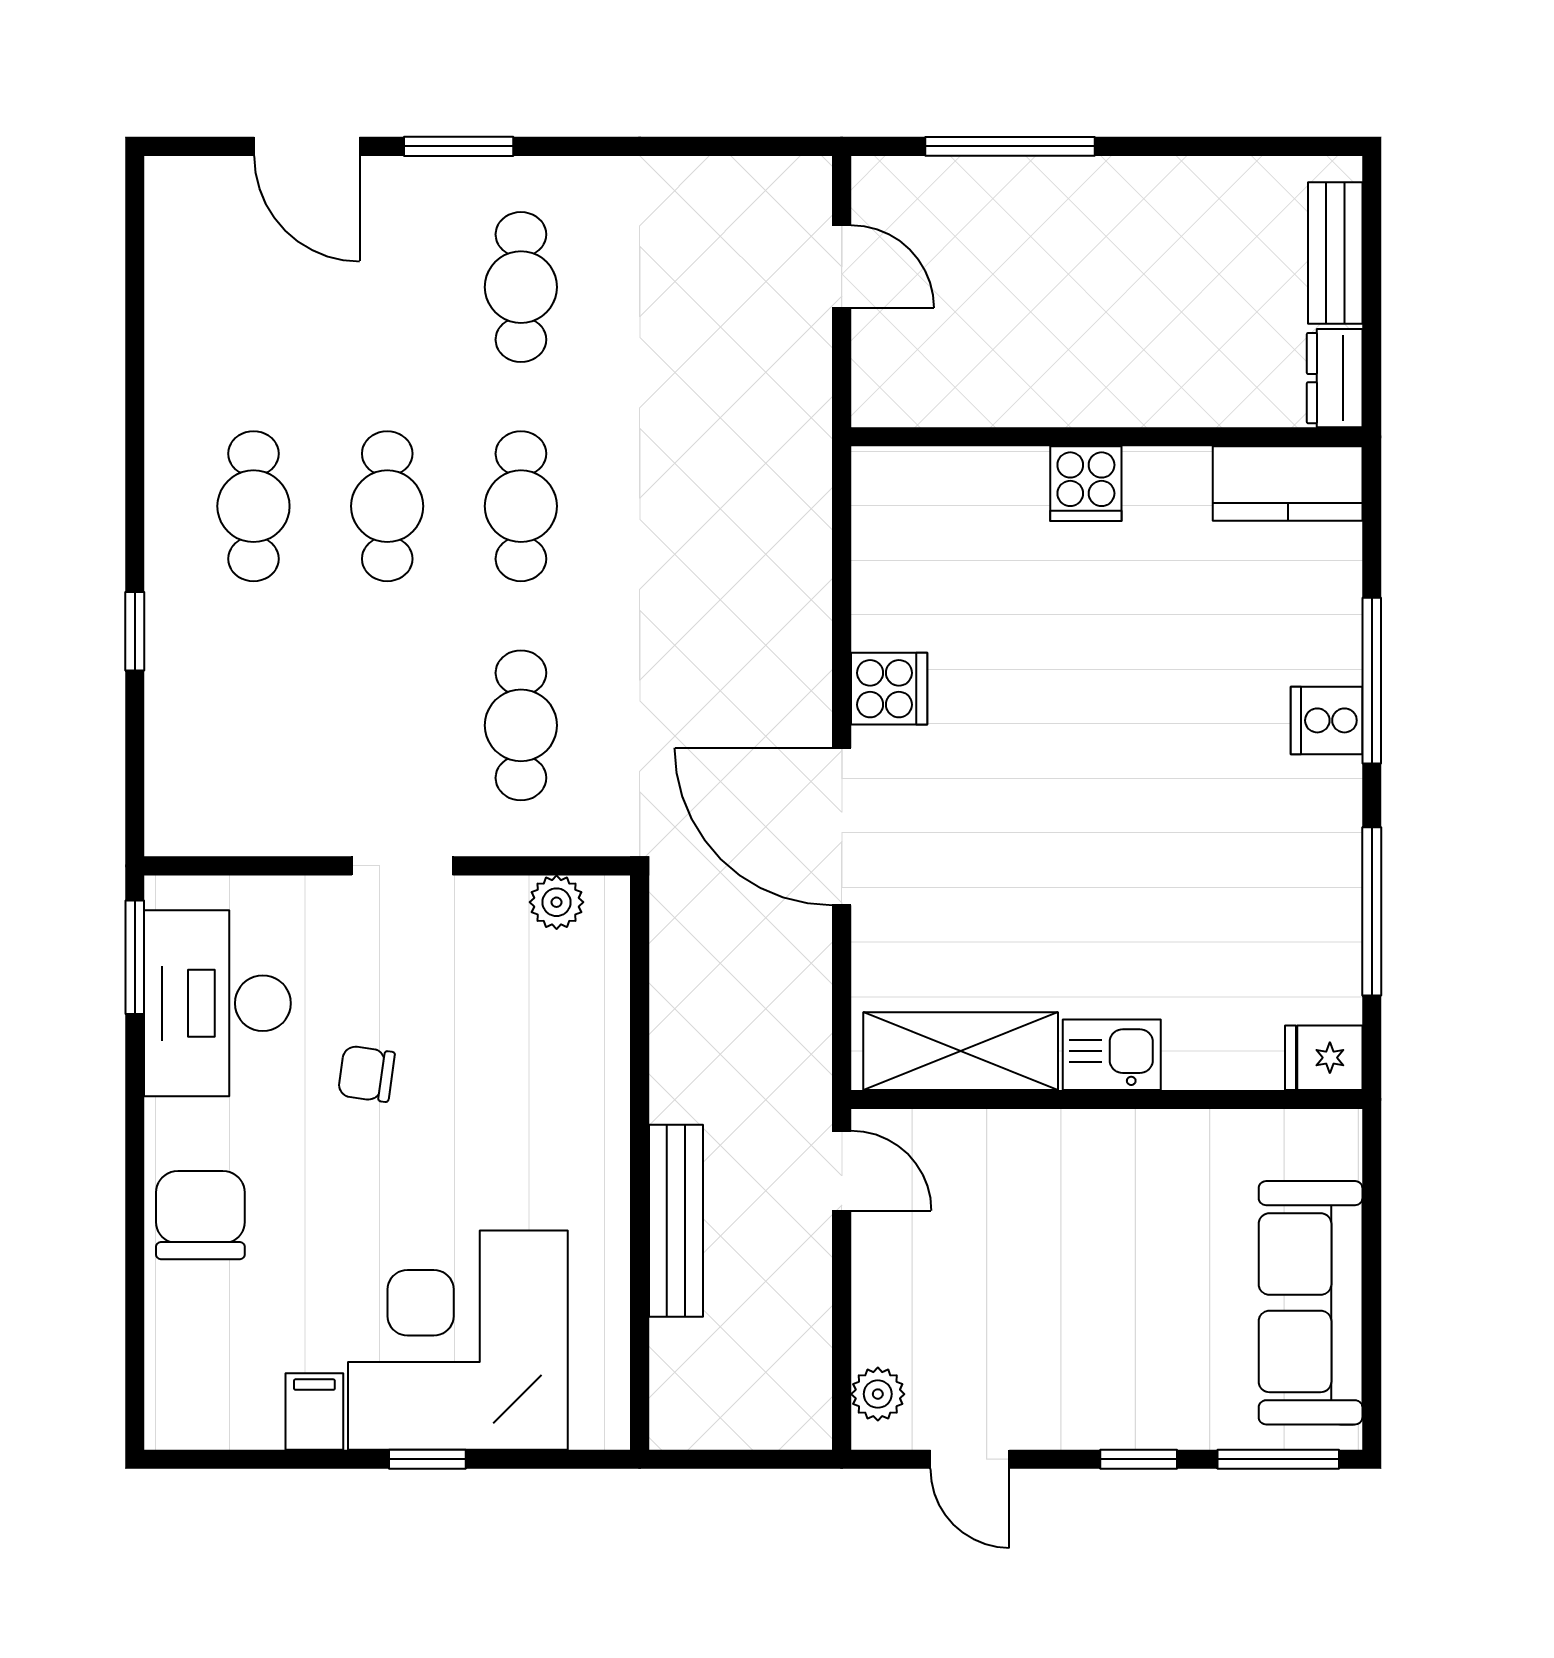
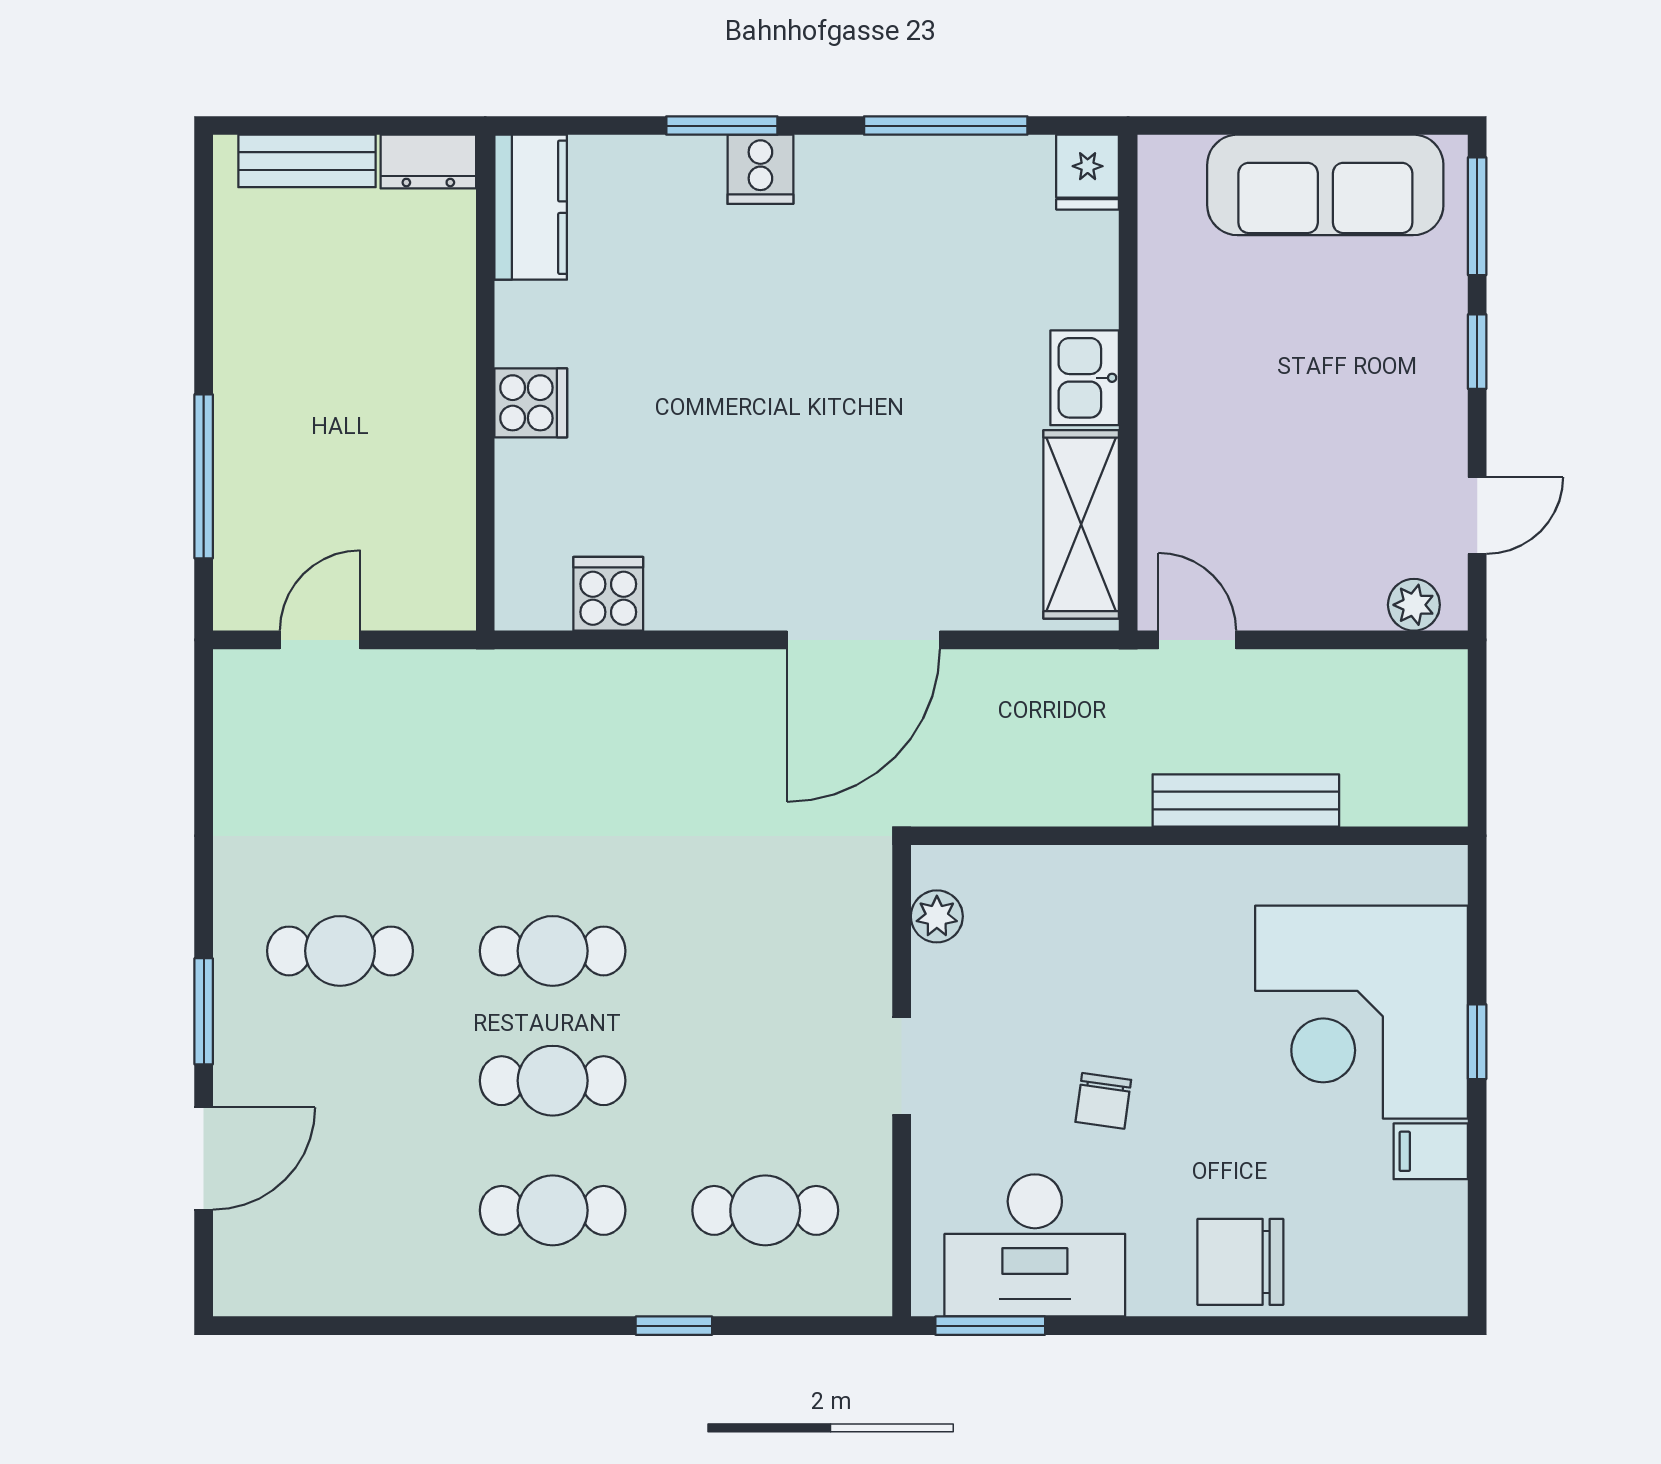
window: (1372, 681) -> (722, 126), width x0.69
cooker: (889, 689) -> (608, 594), moved
cafe table: (521, 725) -> (765, 1210), moved
door: (842, 1171) -> (1197, 640), hinge flipped

